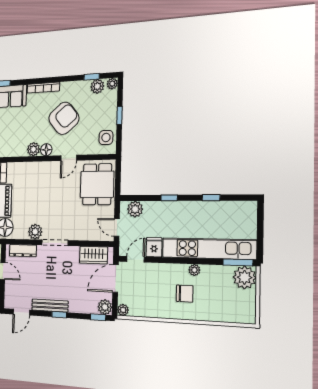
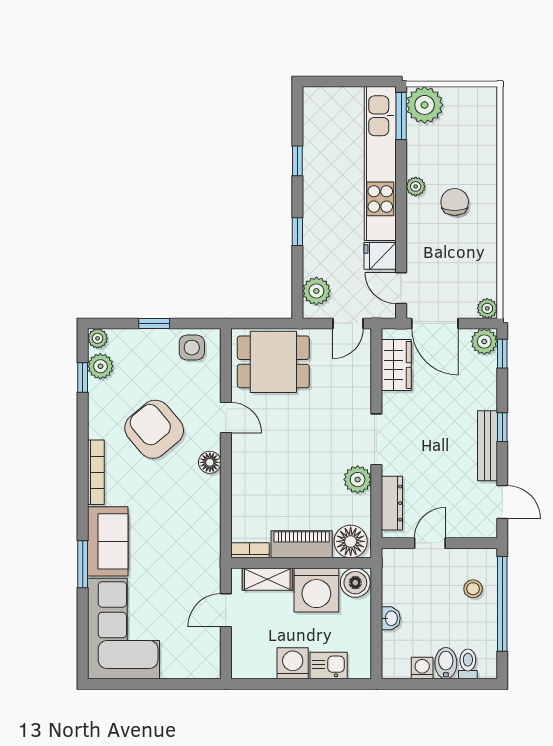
plant: (33, 149) -> (208, 488), removed

